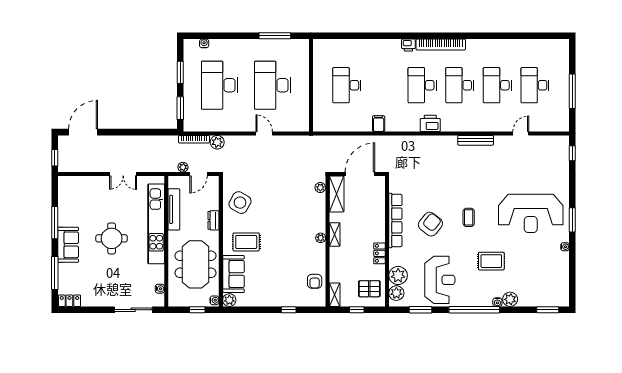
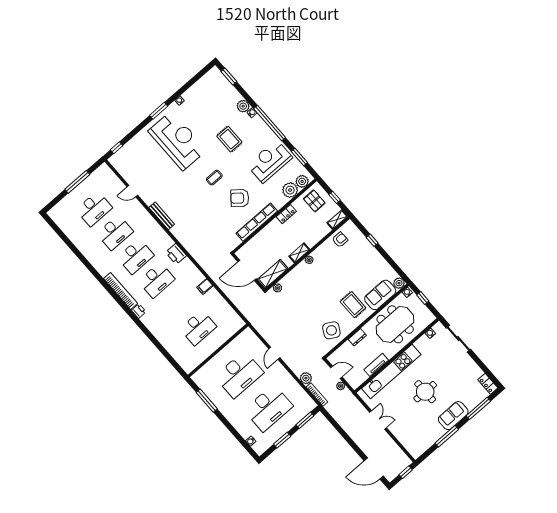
tv unit: (174, 209) -> (376, 365), width x0.71

